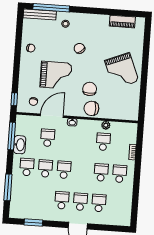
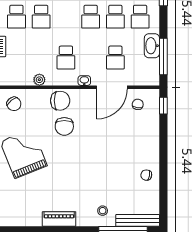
piano: (122, 22) -> (59, 219), moved
chair: (79, 48) -> (14, 104), moved
grand piano: (56, 75) -> (110, 142), removed
school desk: (103, 142) -> (66, 58), moved

